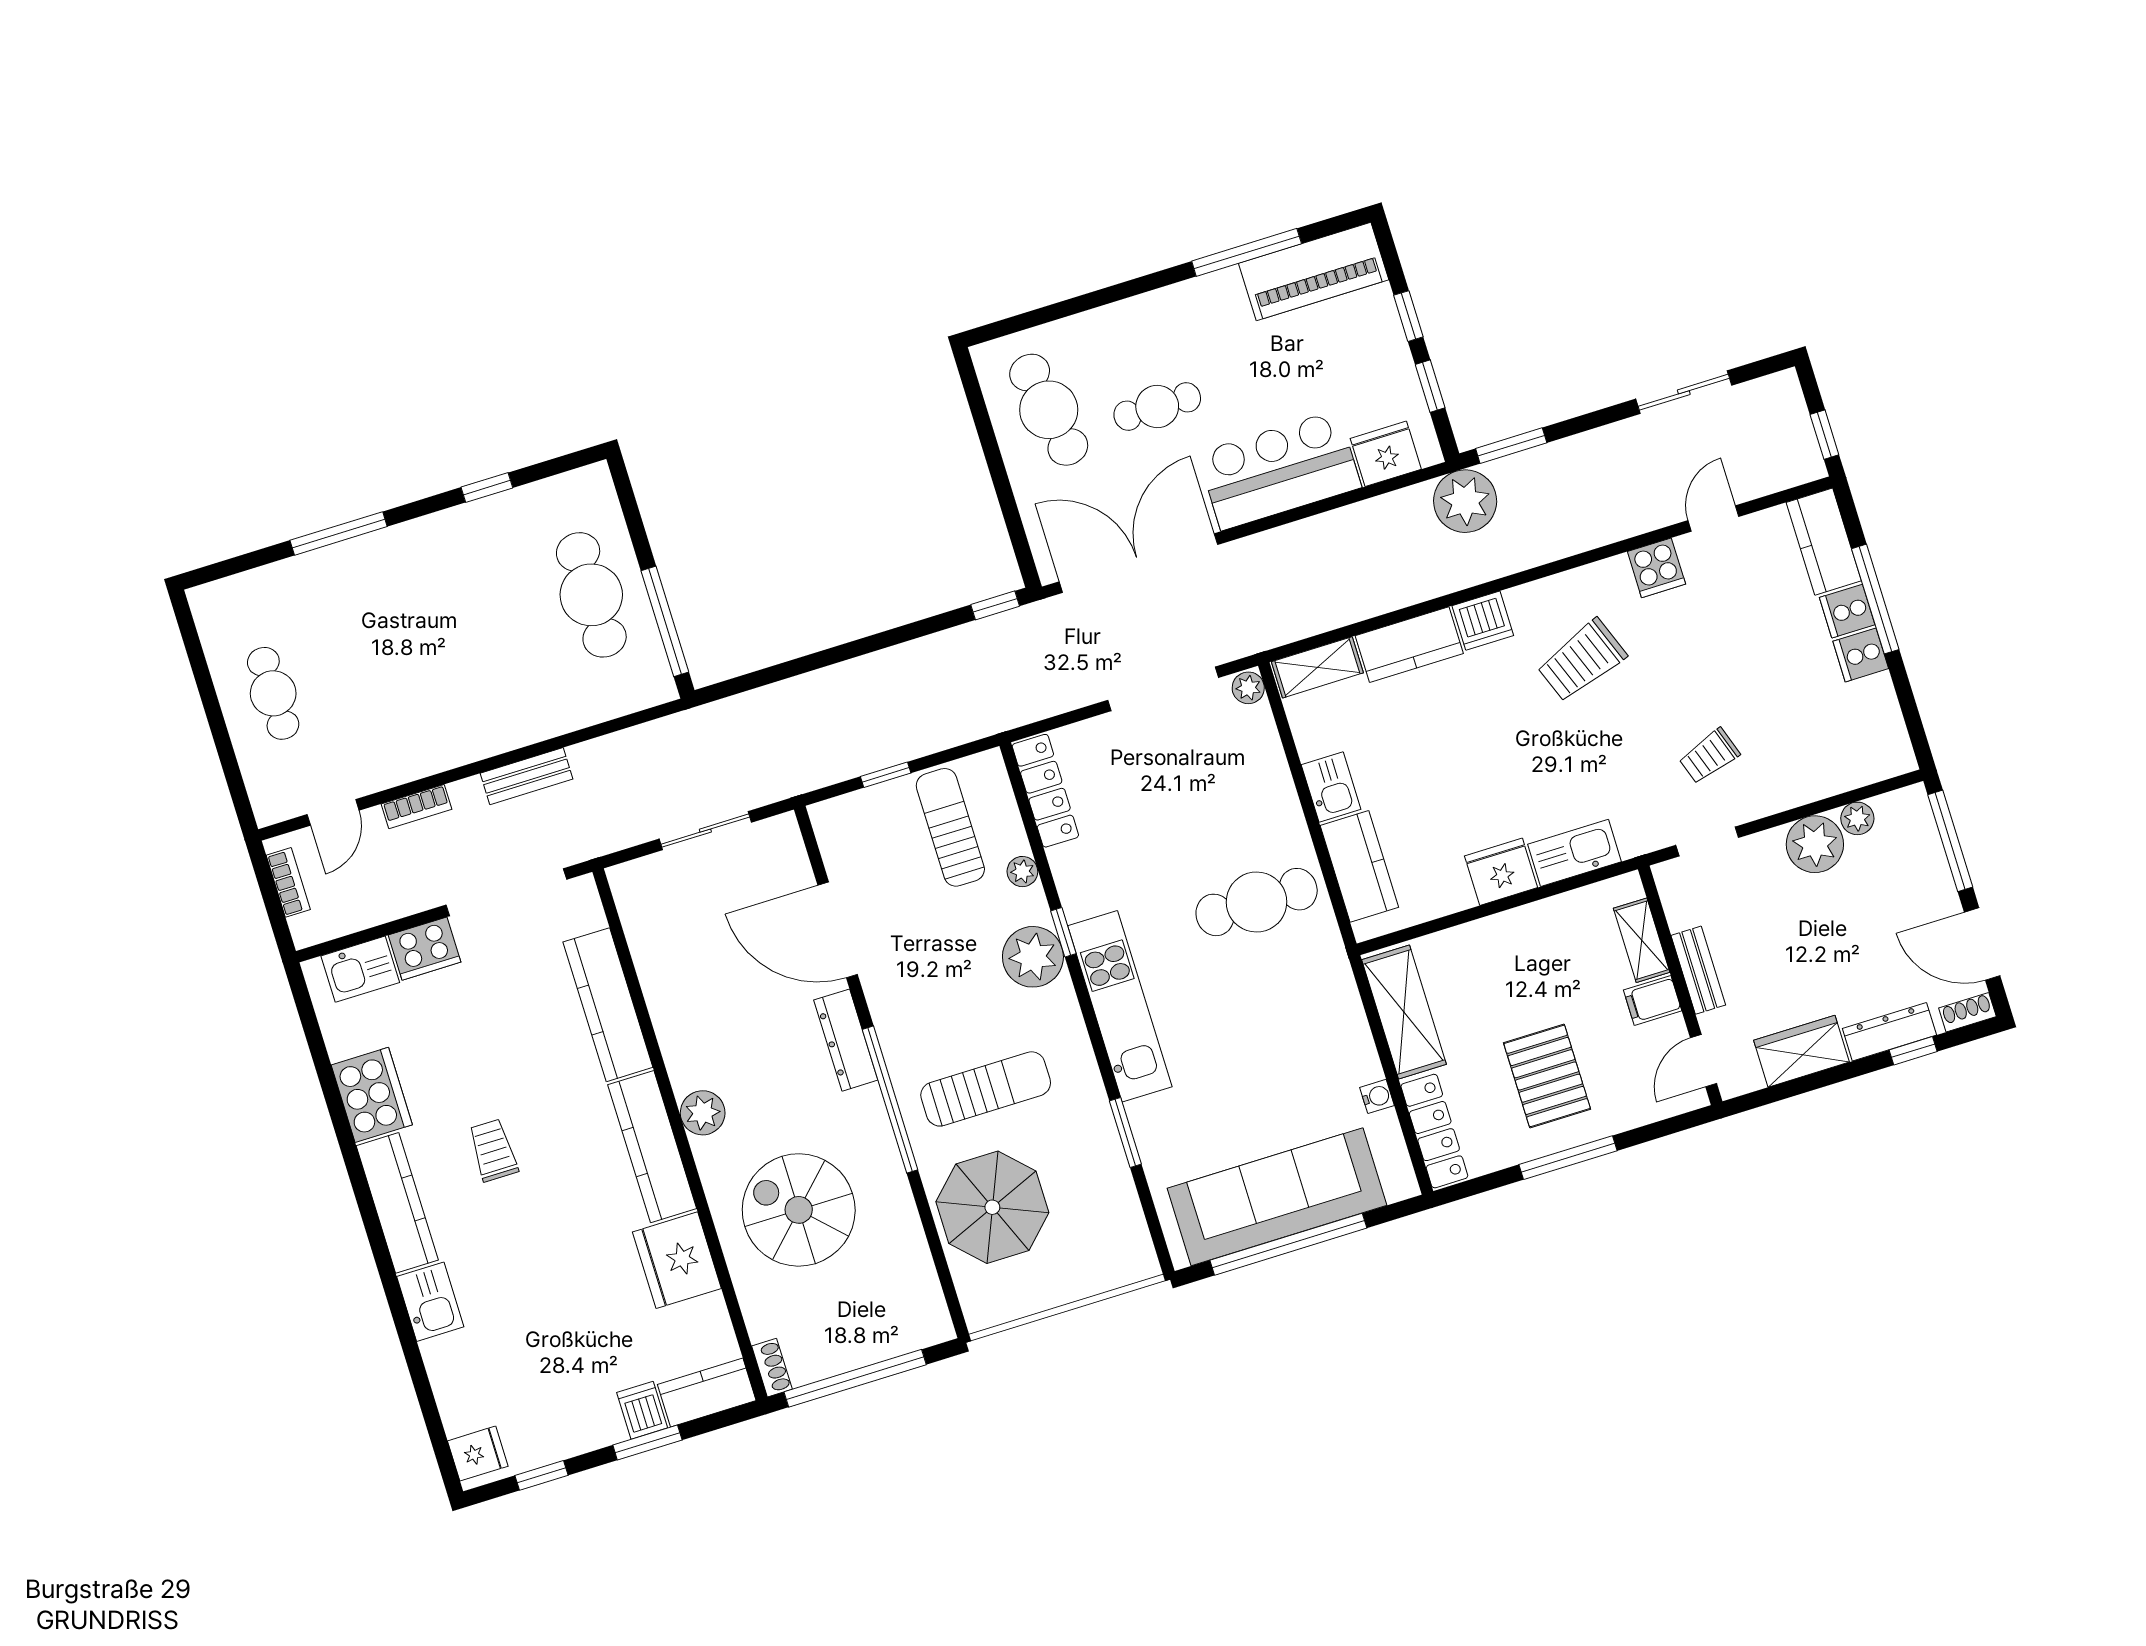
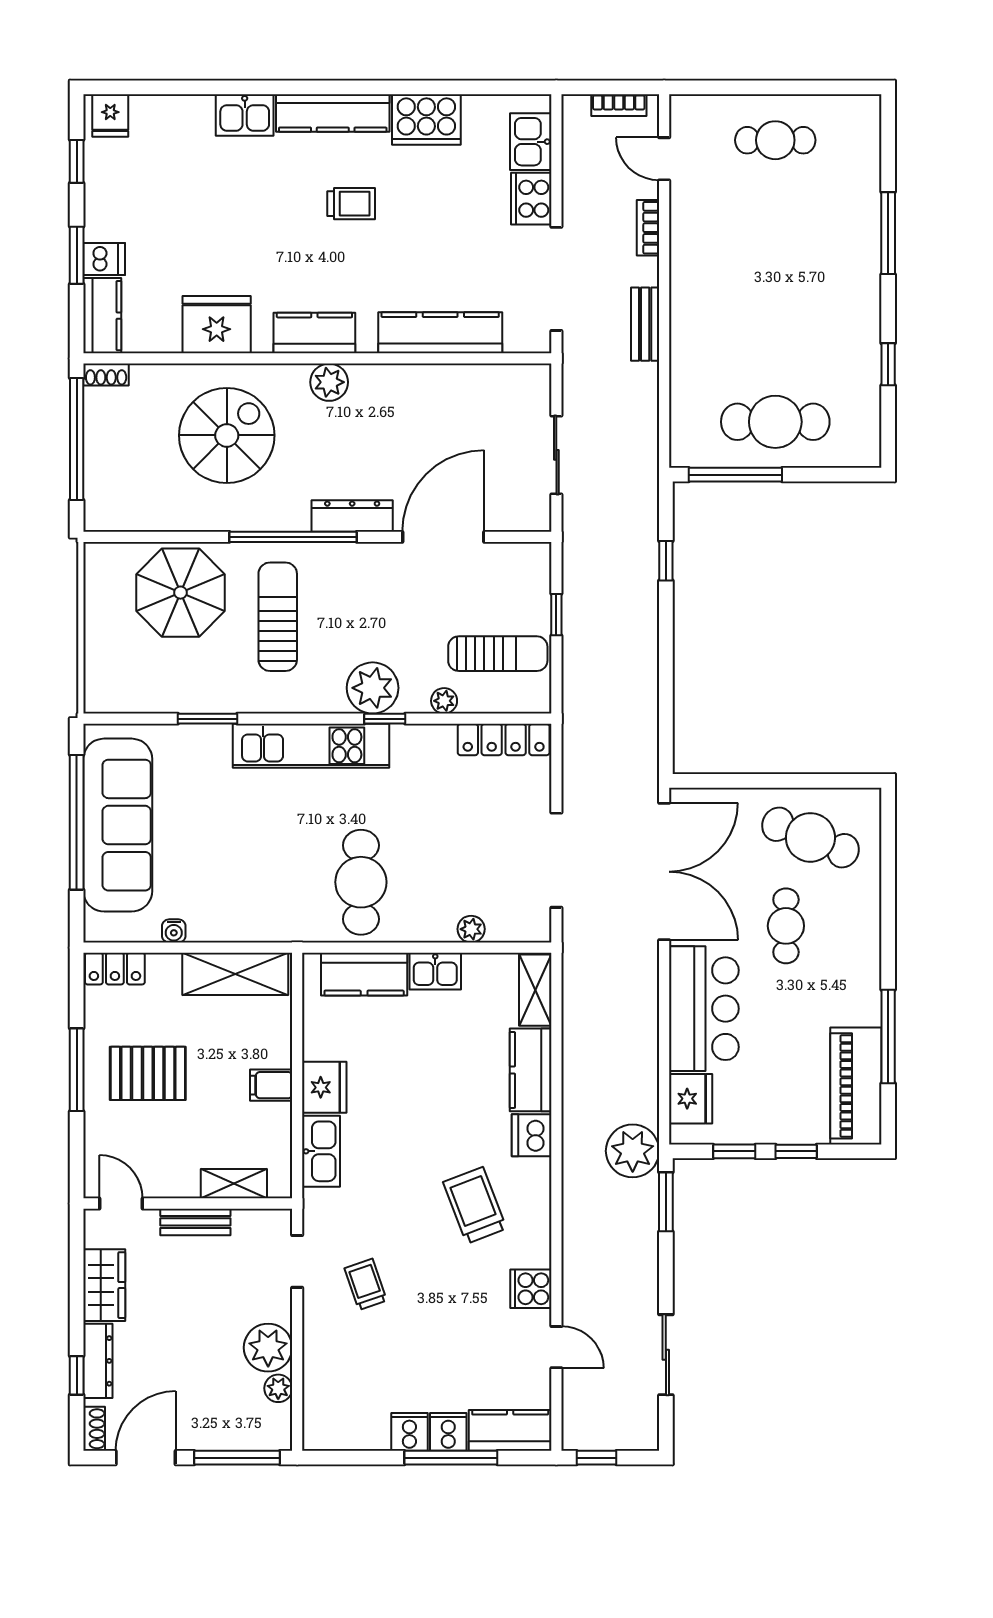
cafe table: (1049, 410) -> (810, 837), turned 32
window: (995, 605) -> (666, 561), moved
plant: (1248, 688) -> (471, 929), moved
filing cabinet: (1653, 1000) -> (271, 1085), moved, turned -90
sun lounger: (986, 1089) -> (278, 617), turned 180
locker: (1434, 1131) -> (115, 969), width x0.66
kitchen counter: (652, 1147) -> (314, 333), width x0.67

